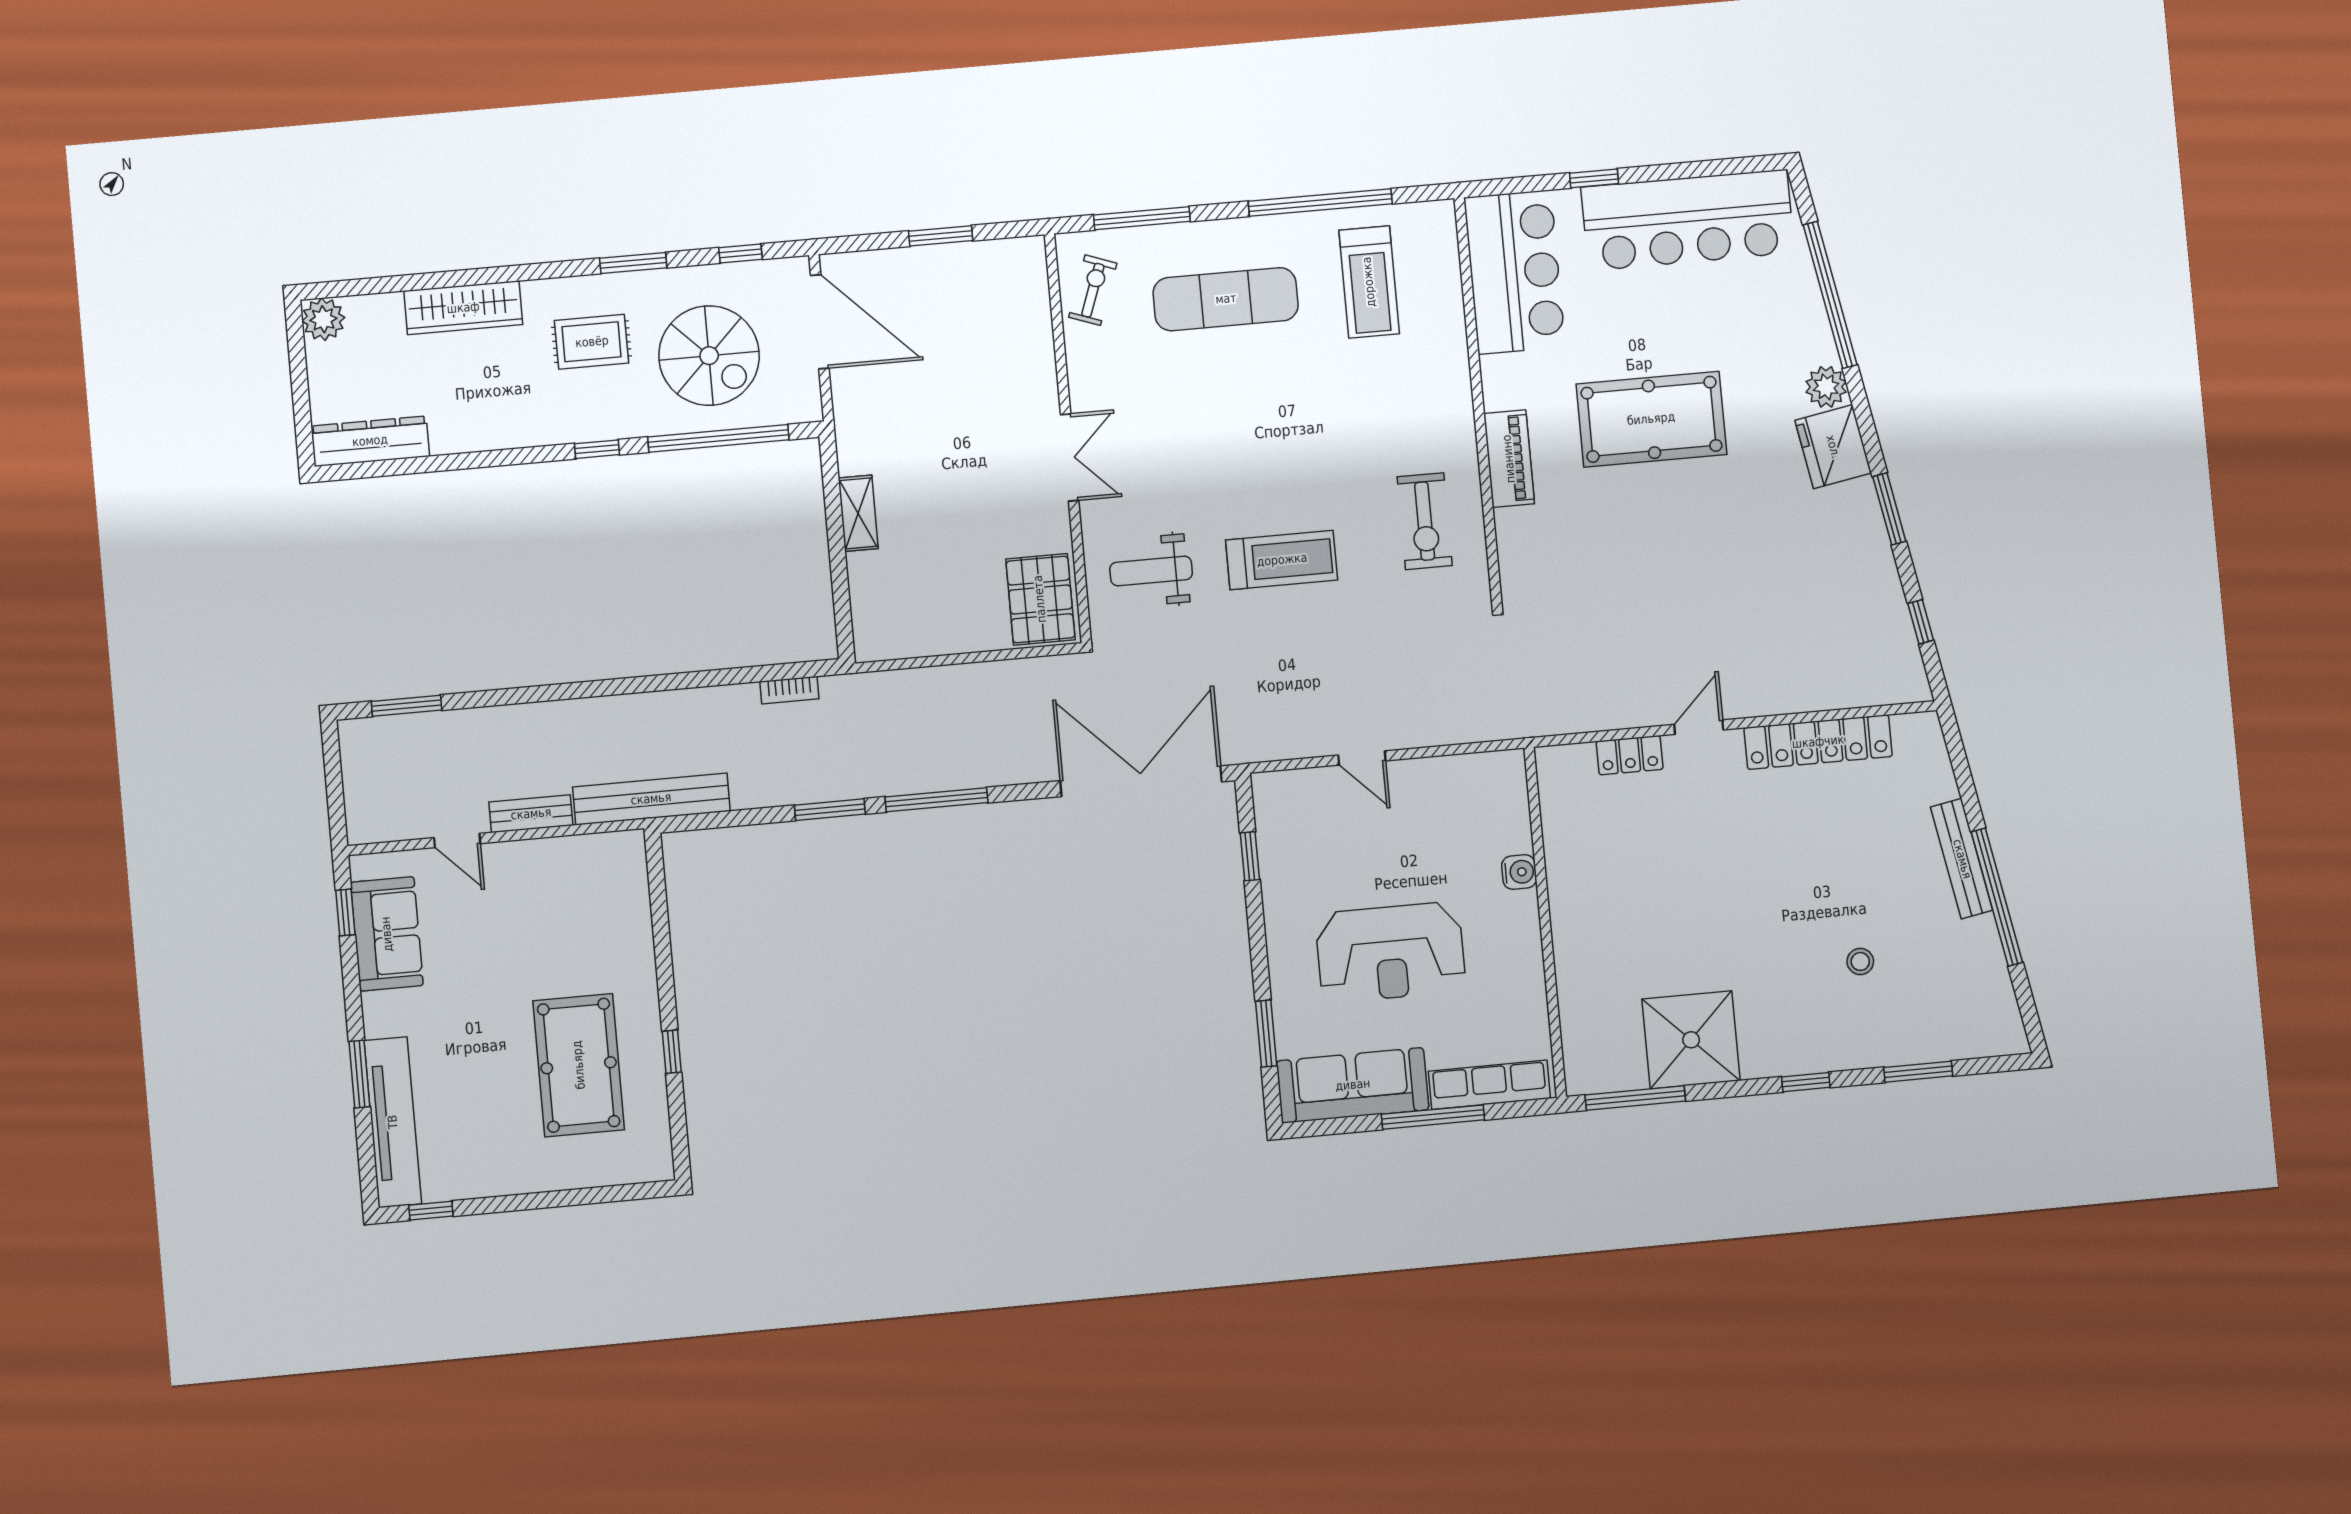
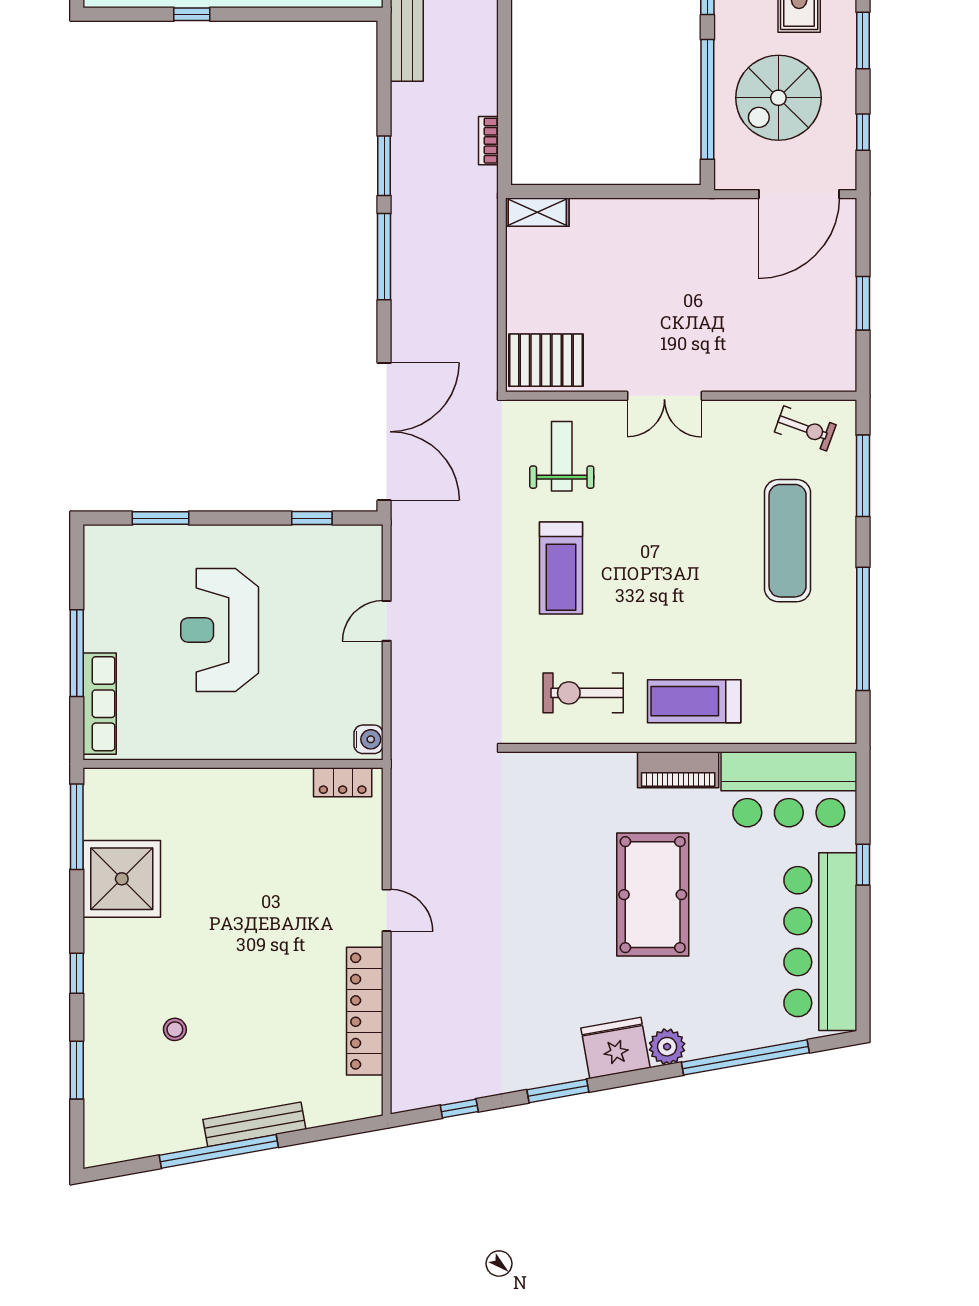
treadmill: (1369, 282) -> (694, 701), moved
piano: (1509, 459) -> (678, 770), moved
shelving: (858, 513) -> (537, 212), moved
locker: (1630, 755) -> (343, 782), moved, turned -90
water cooler: (1519, 872) -> (368, 739), moved, turned -90
sofa: (1353, 1085) -> (110, 587), removed

